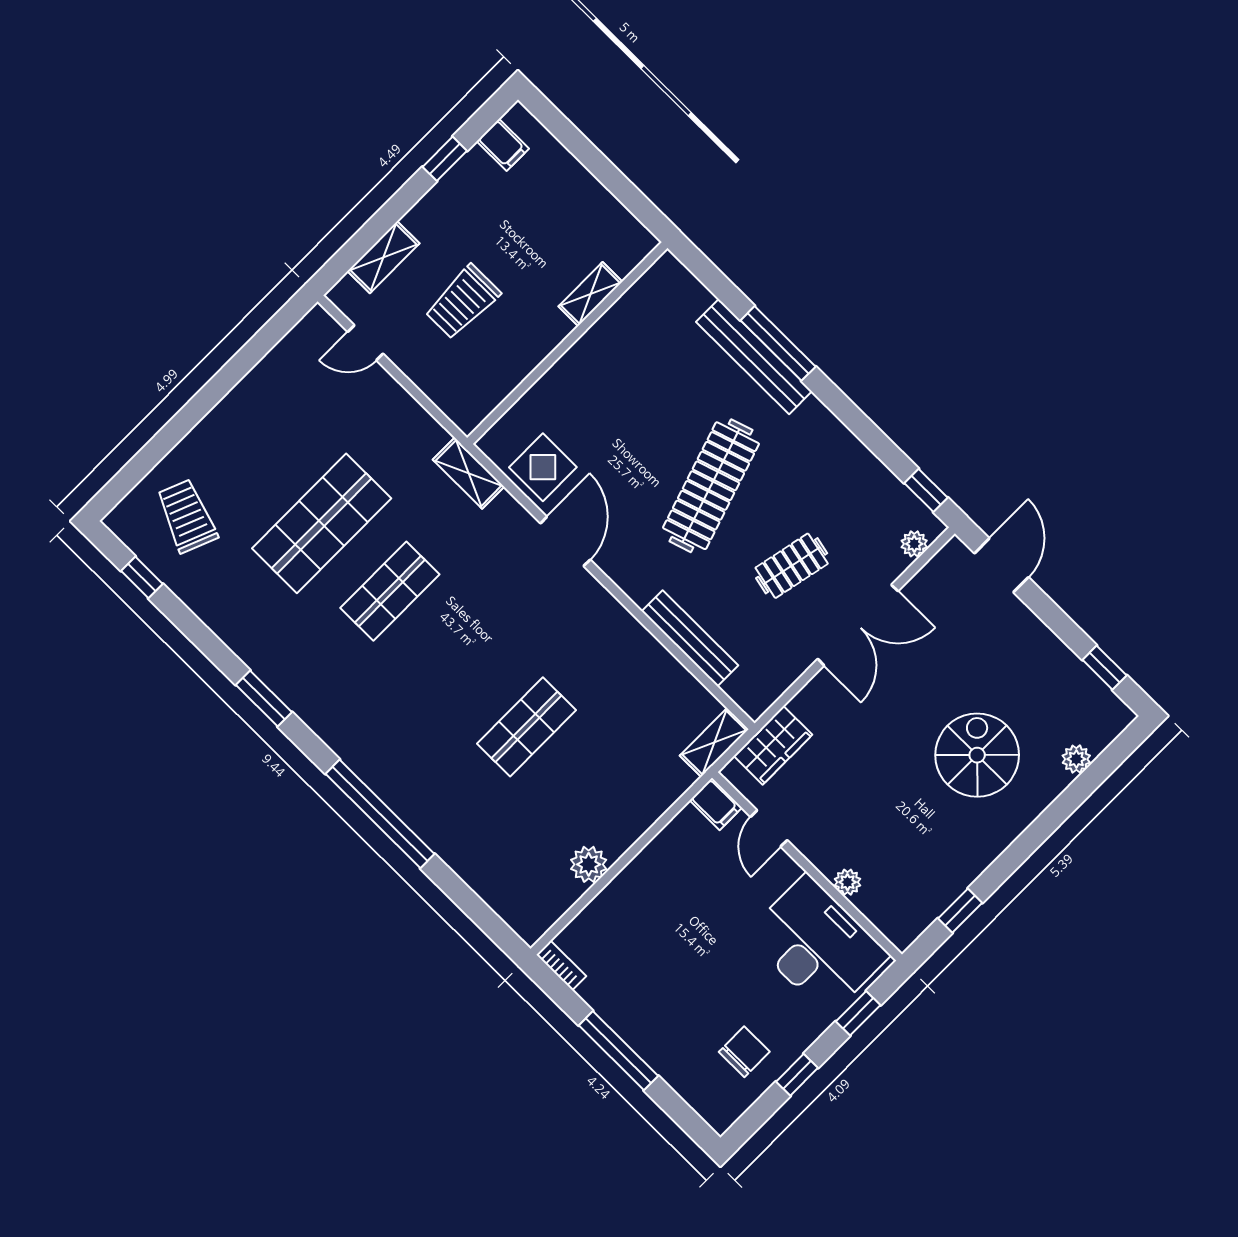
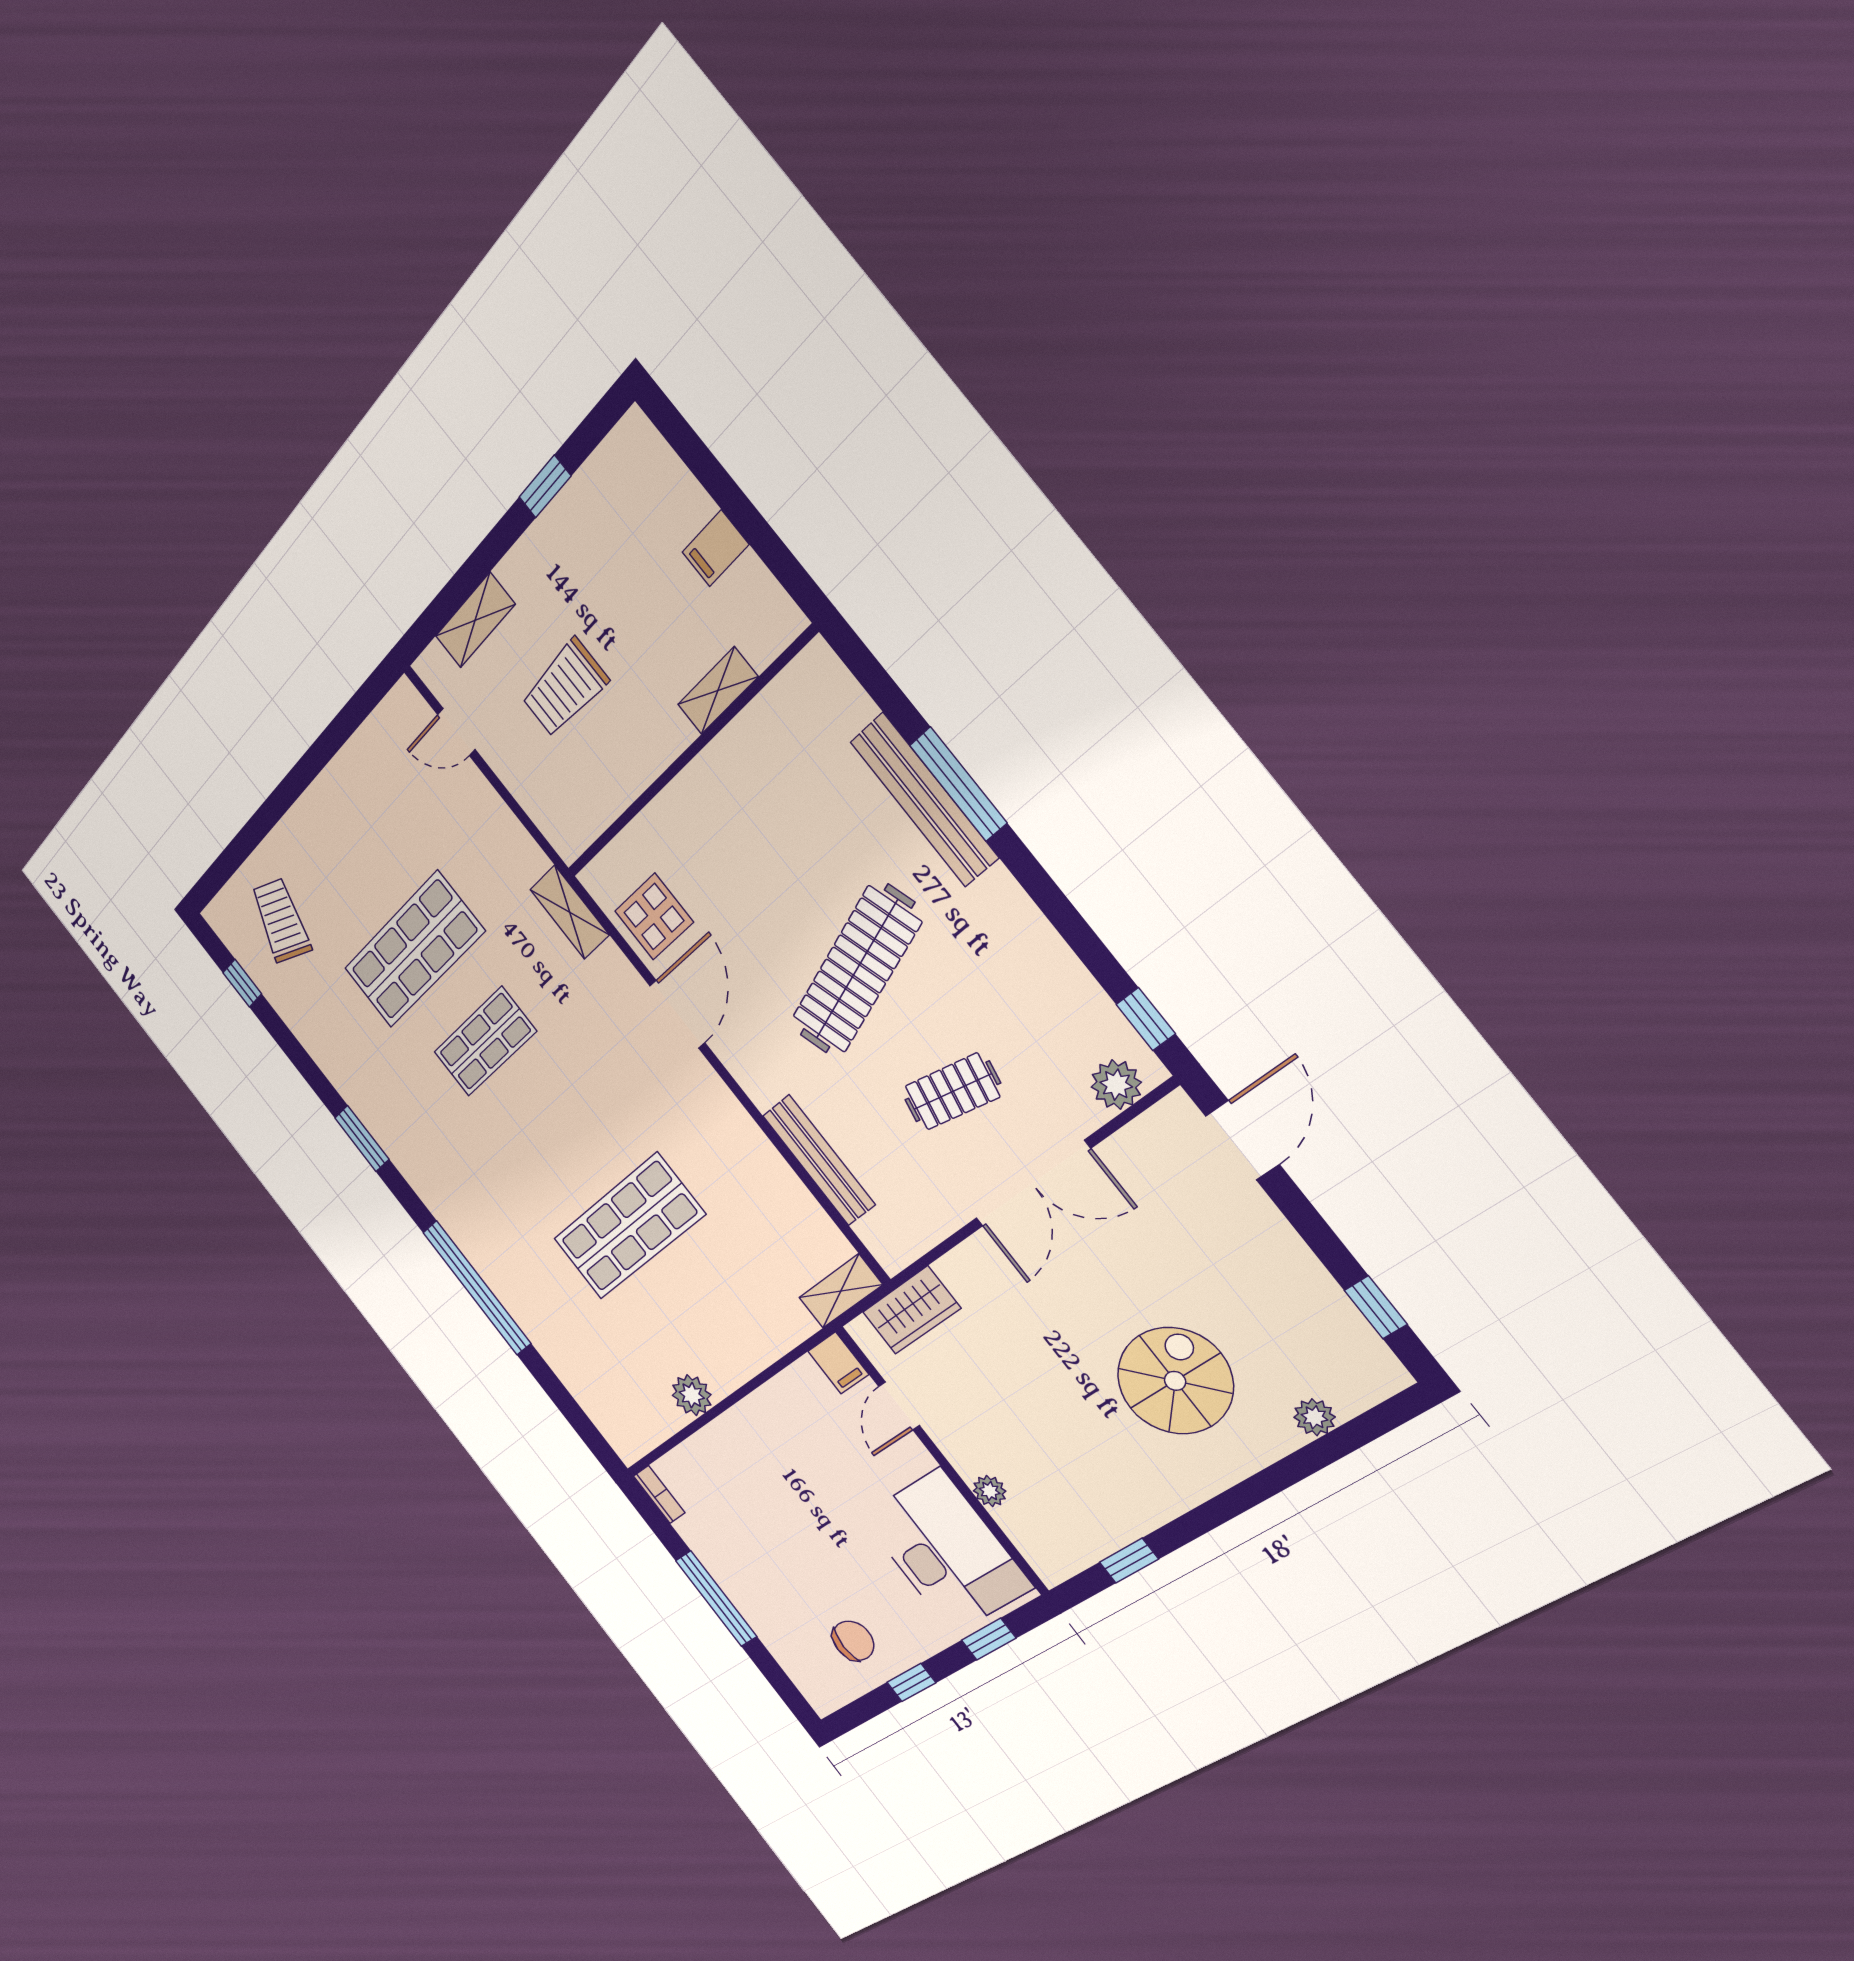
filing cabinet: (503, 145) -> (715, 548), moved, turned 90
plant: (914, 544) -> (1116, 1085), width x1.38, depth x1.38
shop shelf: (526, 727) -> (629, 1227), width x1.43, depth x1.36

